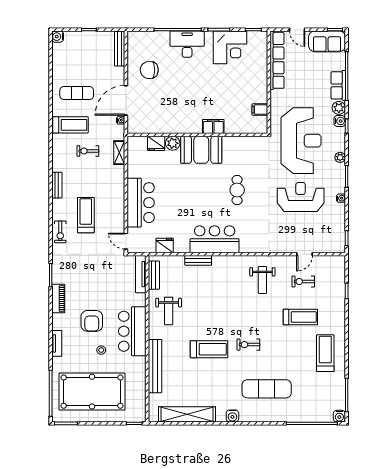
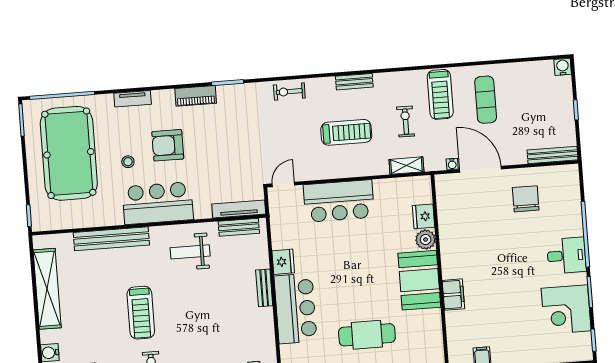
desk: (187, 44) -> (566, 256), width x0.73
cafe table: (237, 190) -> (367, 335), width x1.37, depth x1.35
treadmill: (86, 215) -> (346, 132), moved
fridge: (165, 245) -> (283, 262), moved

